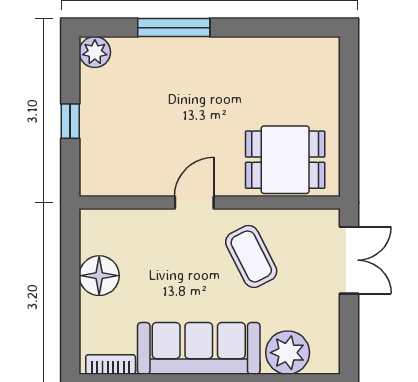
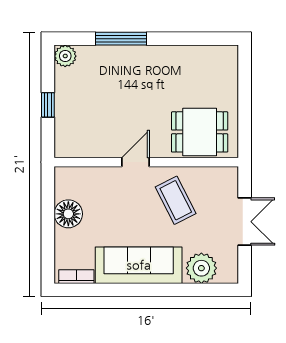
double door: (349, 260) -> (245, 222), moved

